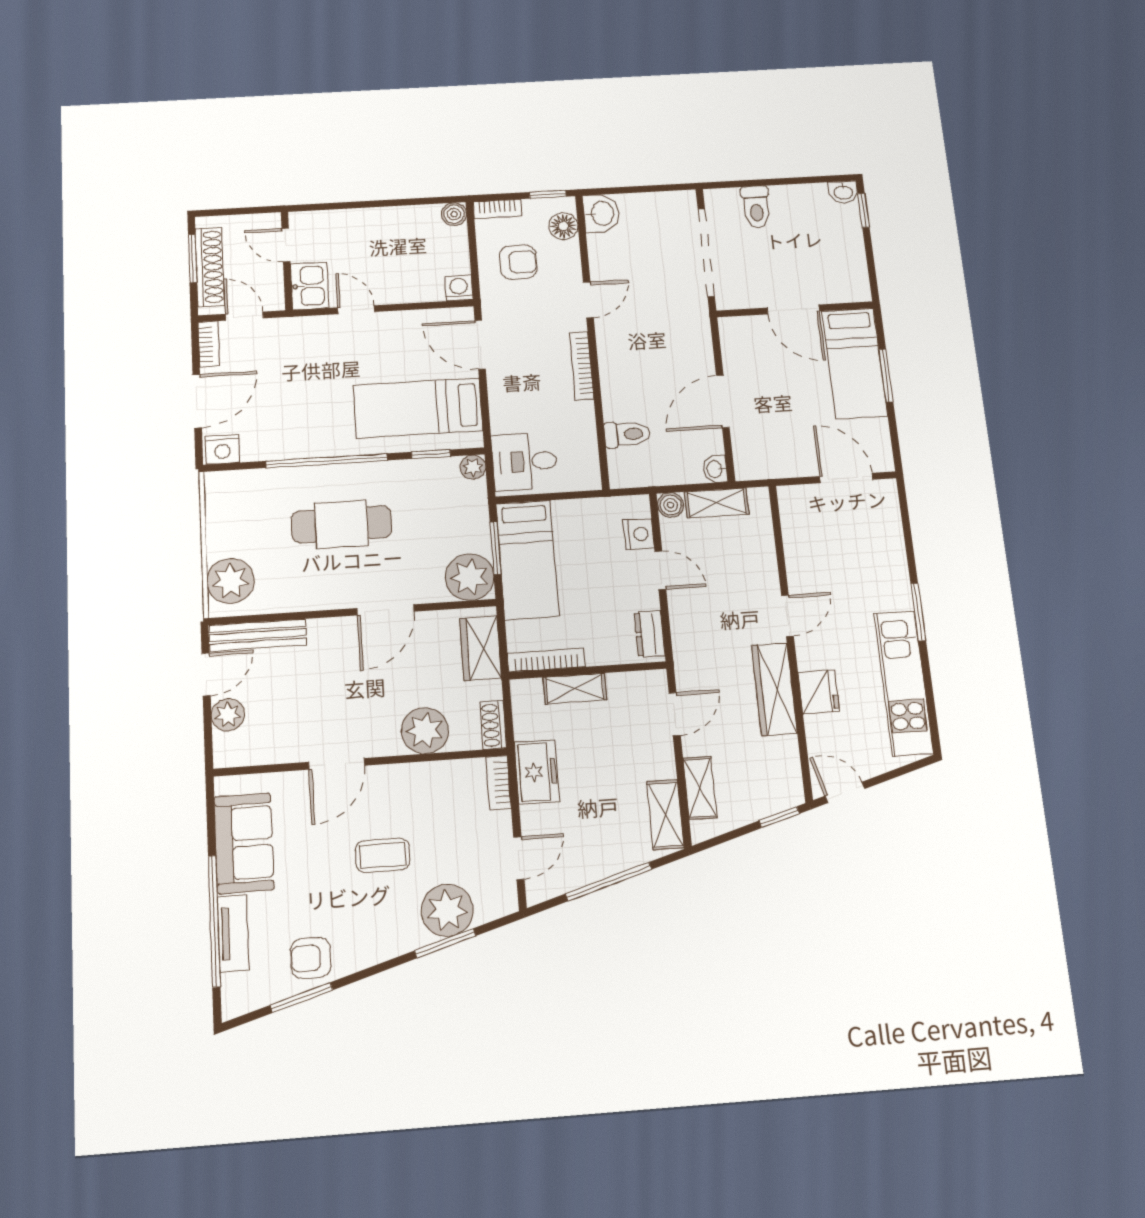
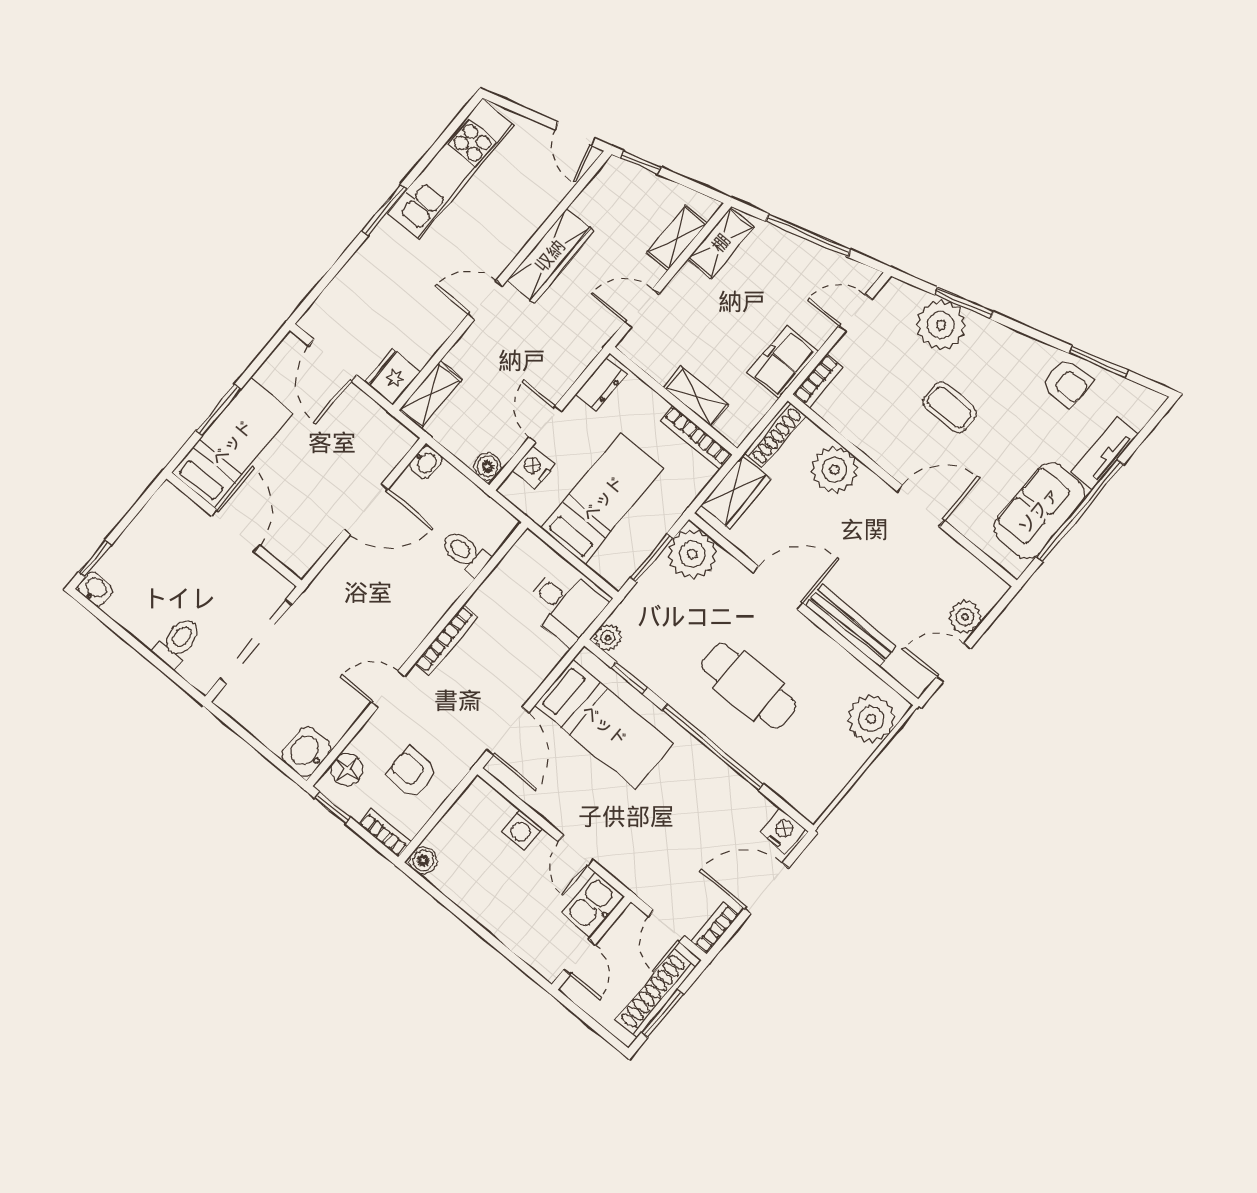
washing machine: (459, 288) -> (522, 830), moved
shelving: (717, 503) -> (430, 395), moved, turned 90
bed: (527, 560) -> (603, 499), moved
bench: (258, 635) -> (851, 626), moved
fridge: (819, 692) -> (393, 376), moved
shoe rack: (493, 725) -> (775, 434), width x1.43
window: (214, 921) -> (1080, 510), moved

